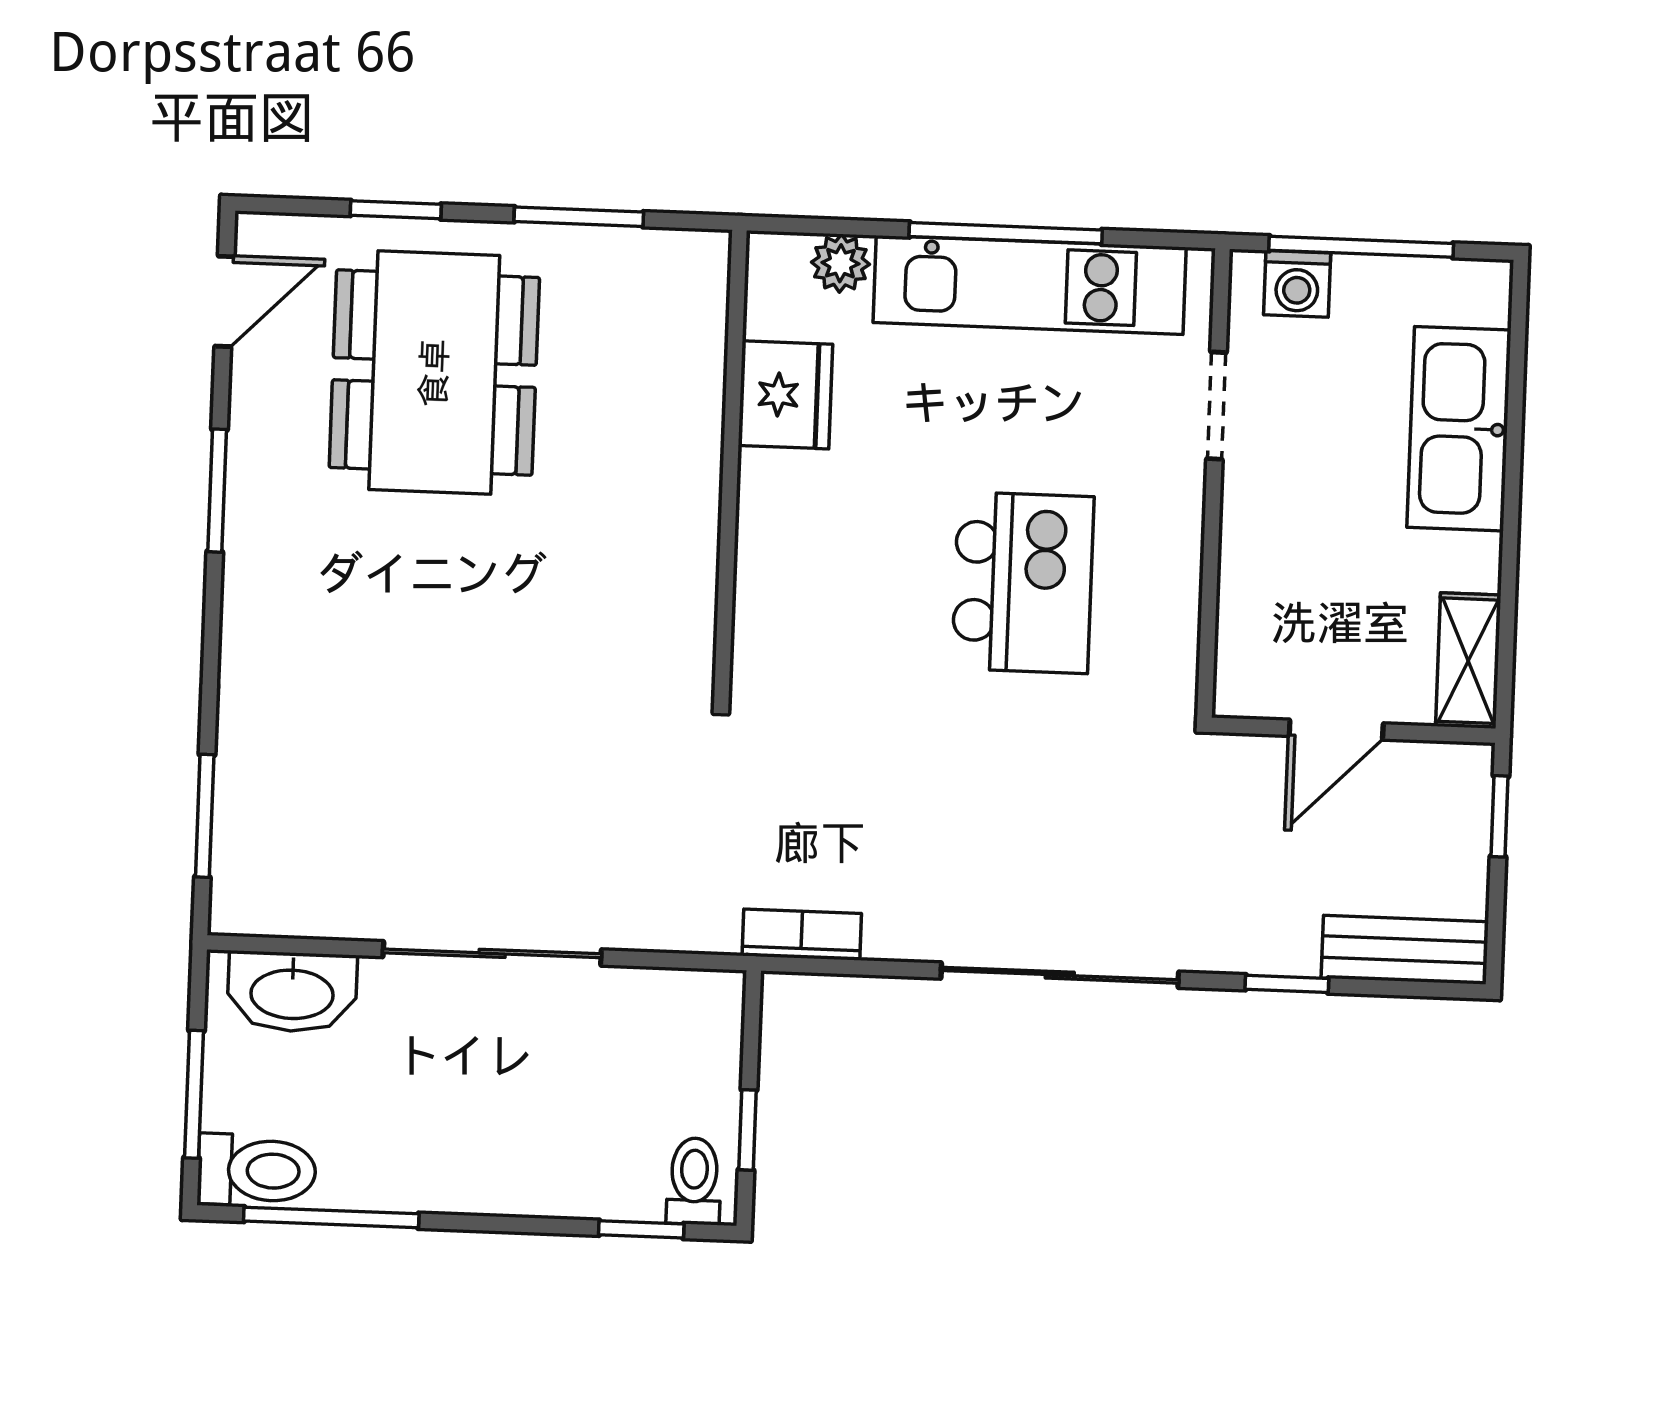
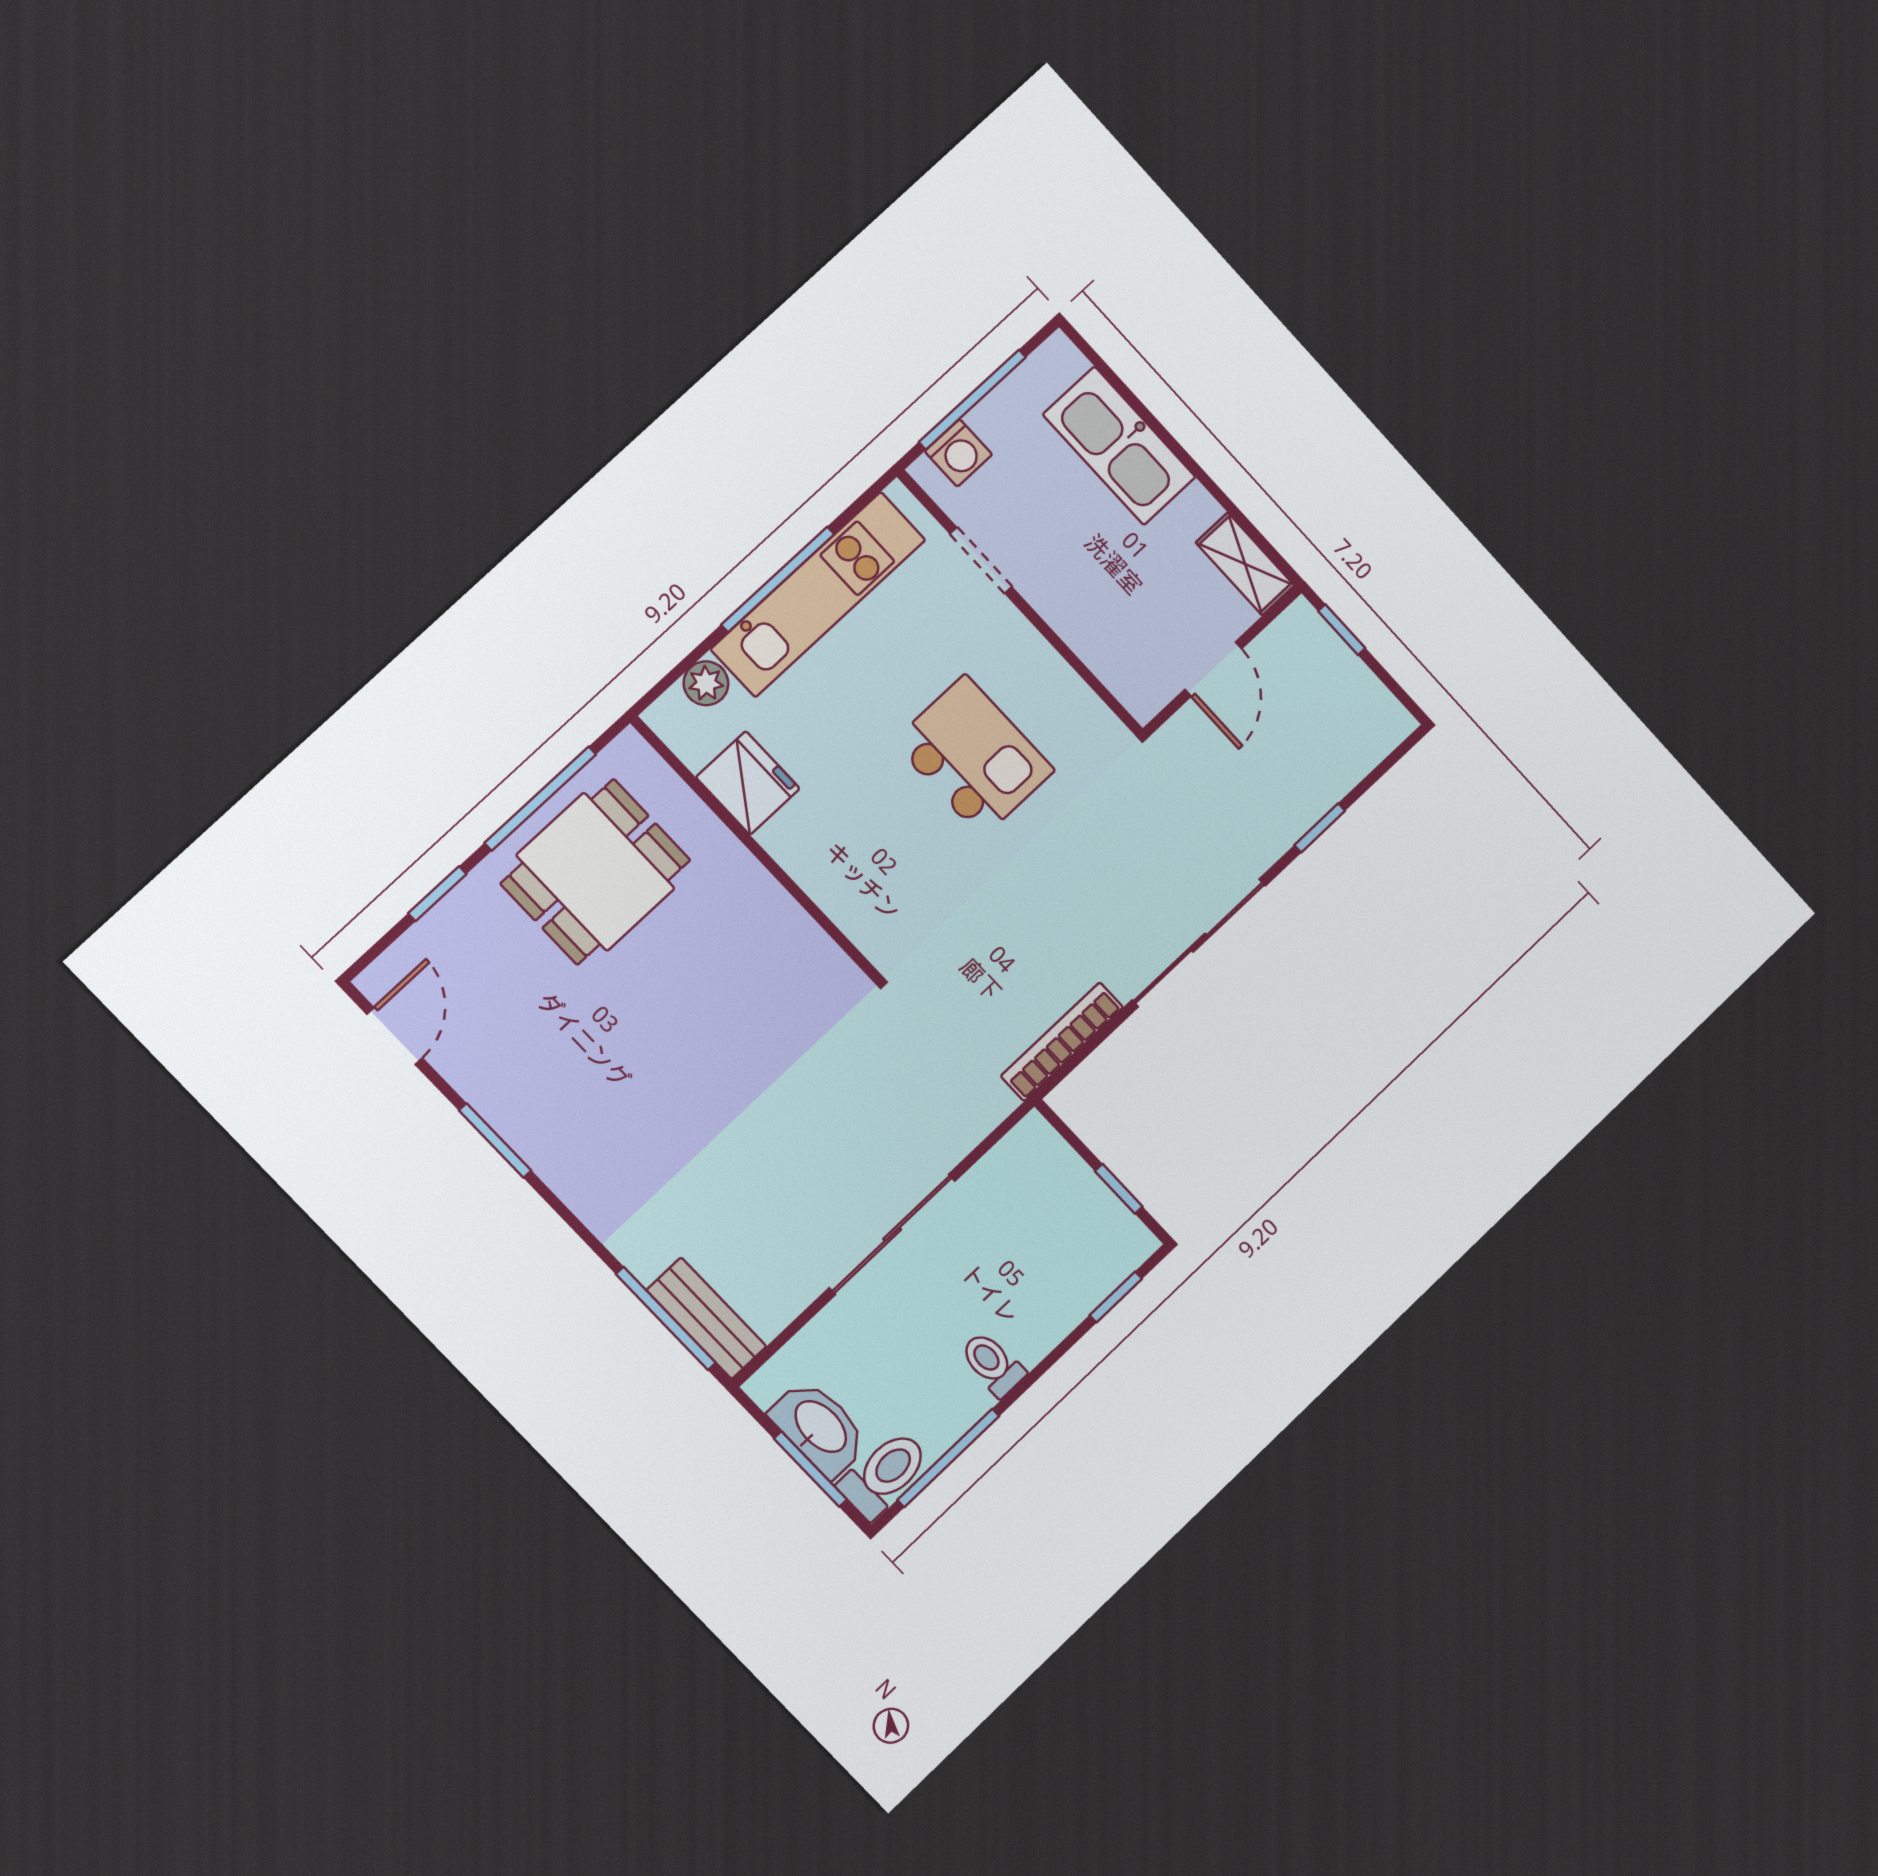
window: (579, 217) -> (540, 799), width x1.44
dining table: (434, 373) -> (596, 872), moved, width x0.73
window: (205, 816) -> (666, 1319), width x1.44
bookcase: (802, 935) -> (1062, 1042), width x1.56
bench: (1405, 950) -> (706, 1318), moved, turned 90
washbasin: (292, 992) -> (819, 1428), moved, turned -90
toilet: (694, 1181) -> (993, 1364), moved

